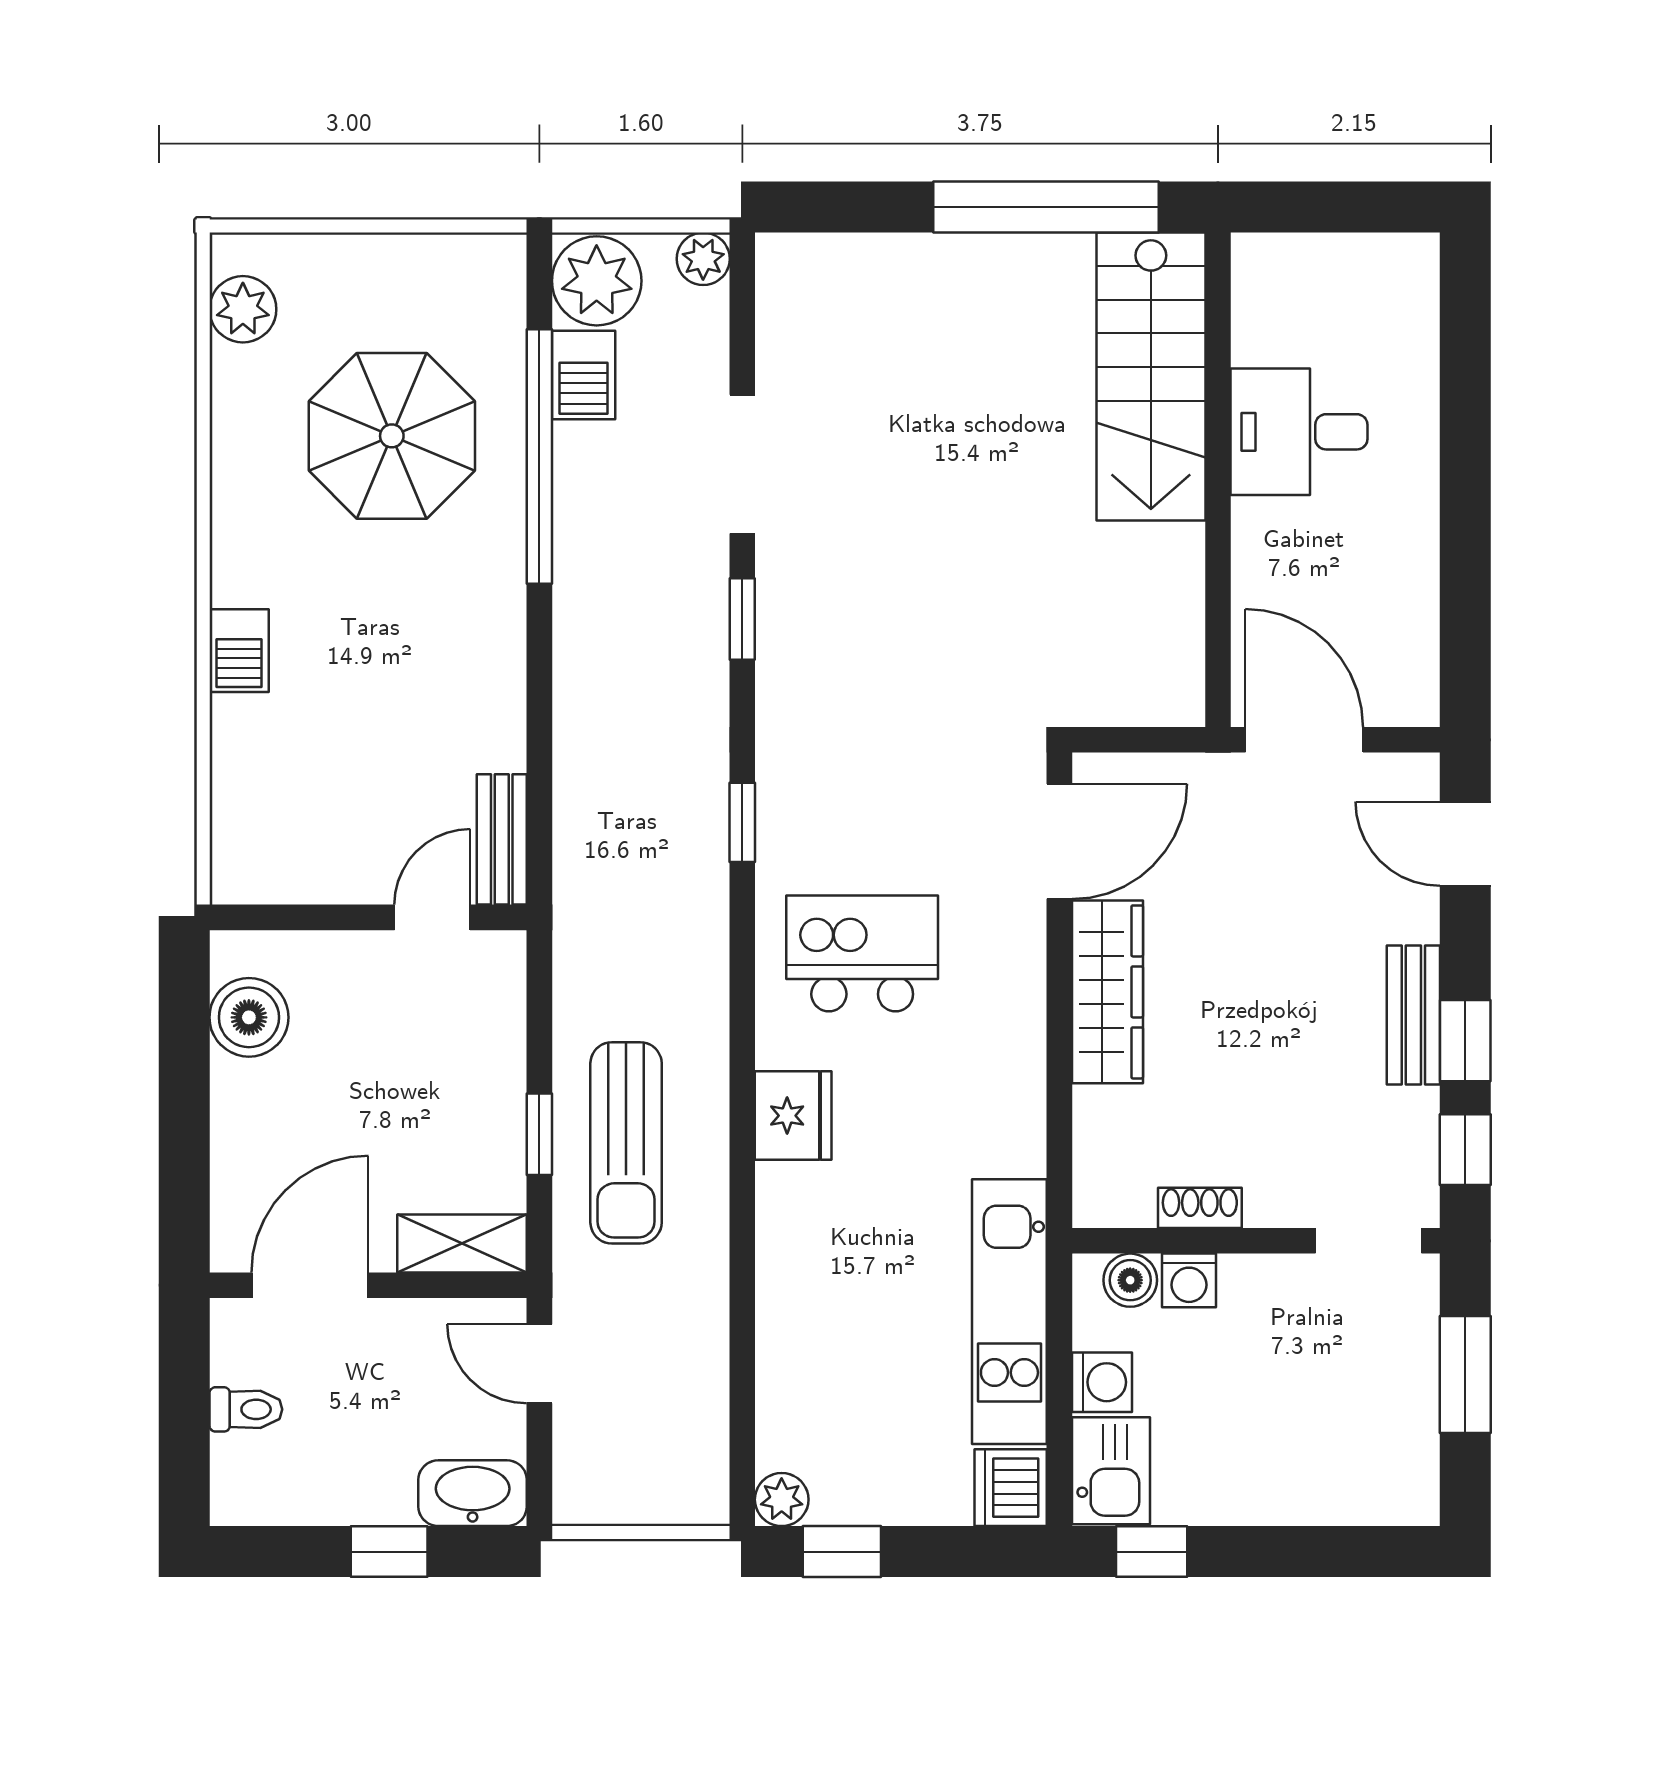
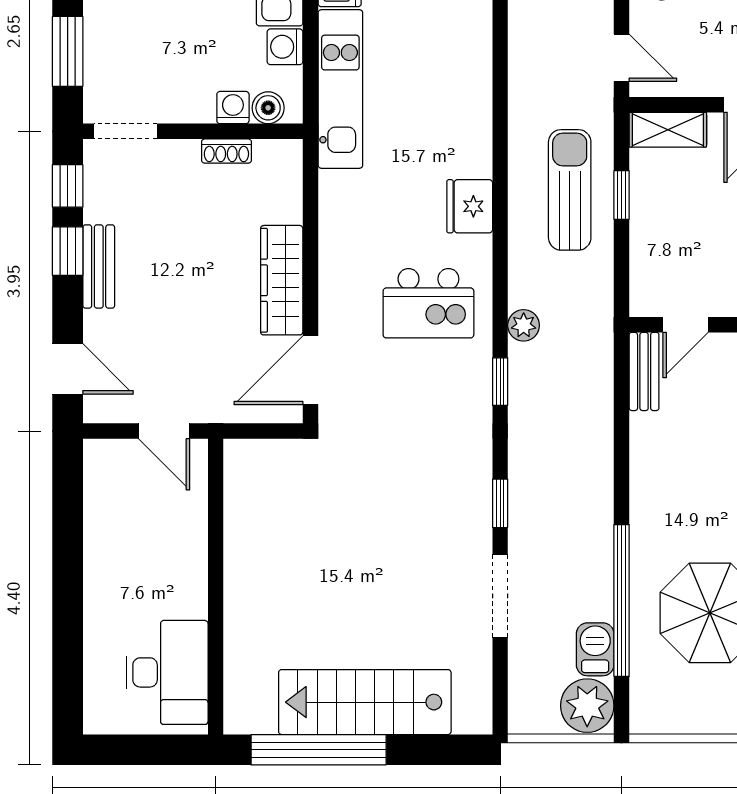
plant: (703, 259) -> (524, 325), moved
stairs: (1151, 377) -> (365, 702), moved, turned -90
desk: (1299, 432) -> (167, 672), moved, width x1.37
door: (1304, 740) -> (164, 431), width x0.73

